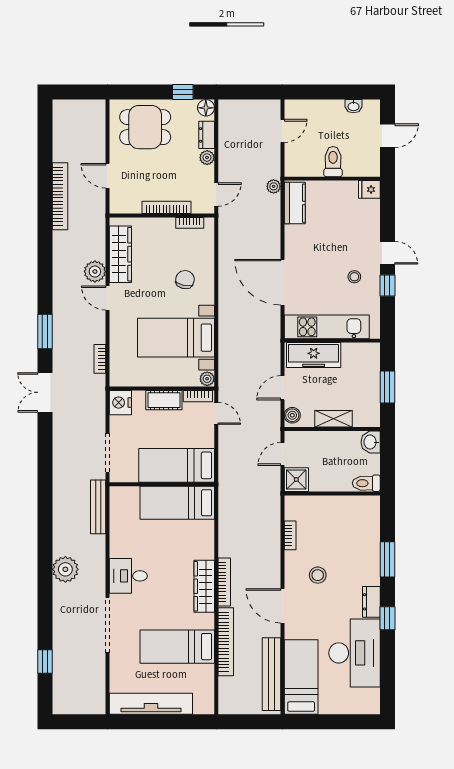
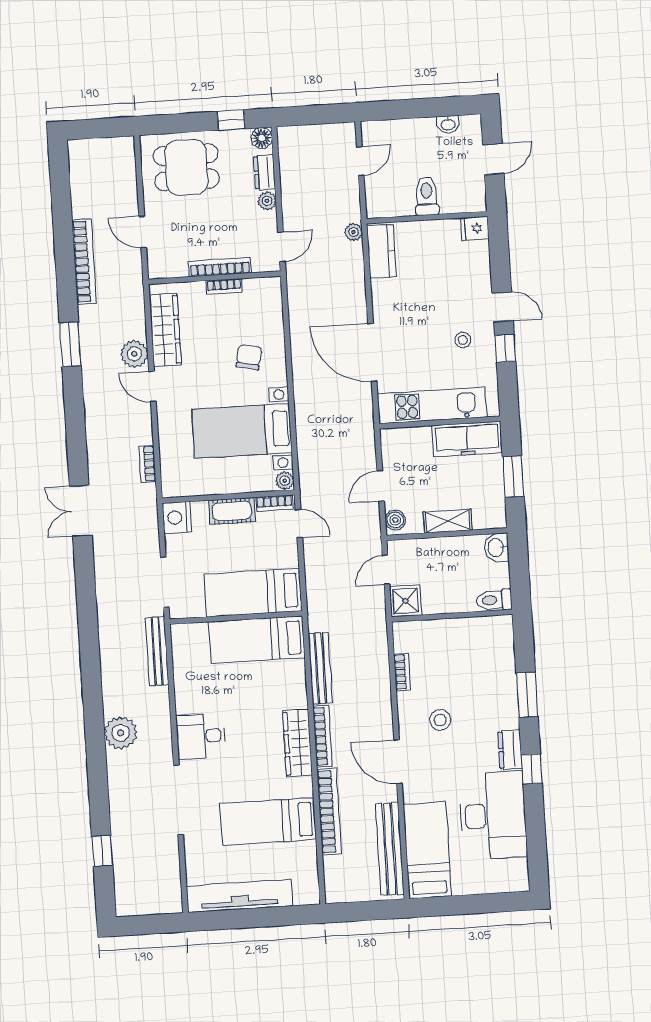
bookcase: (190, 223) -> (224, 286), moved
window: (45, 332) -> (70, 344), moved
freezer: (314, 355) -> (467, 439), moved
bench: (226, 528) -> (320, 668), added

